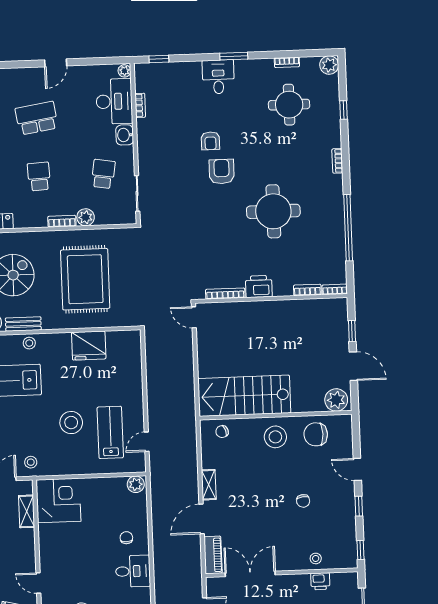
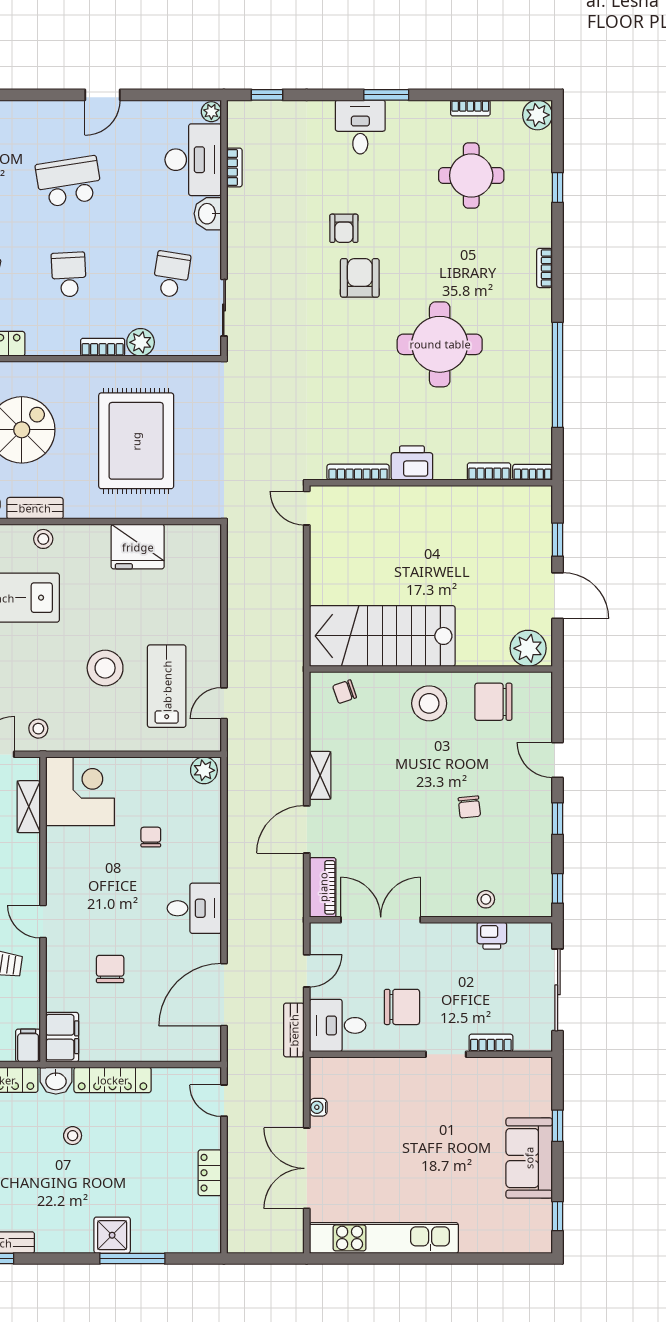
chair: (126, 538) -> (151, 837), moved

